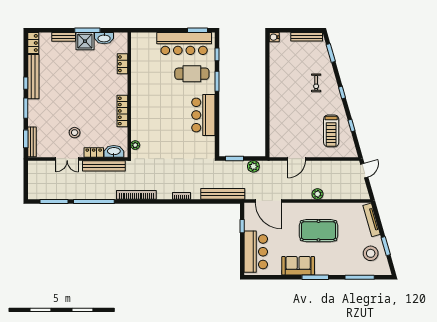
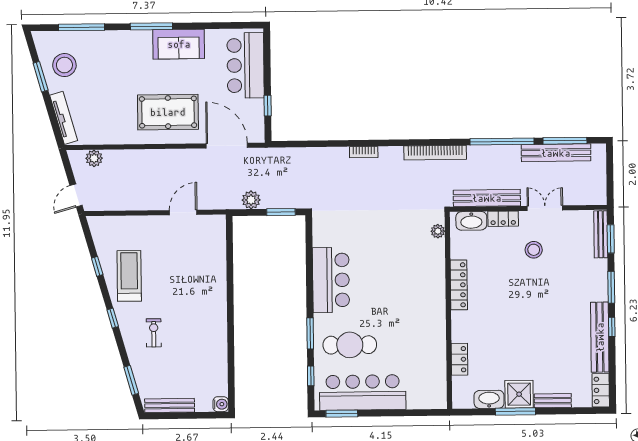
treadmill: (331, 131) -> (129, 276), moved
bench: (223, 194) -> (556, 153), moved
plant: (318, 194) -> (94, 158), moved
pool table: (319, 231) -> (168, 112), moved

